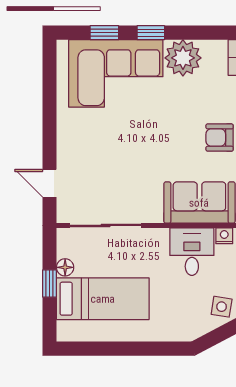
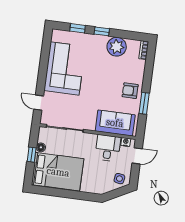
corner sofa: (116, 73) -> (65, 69), moved, turned -90
bed: (103, 299) -> (58, 172), width x1.50

